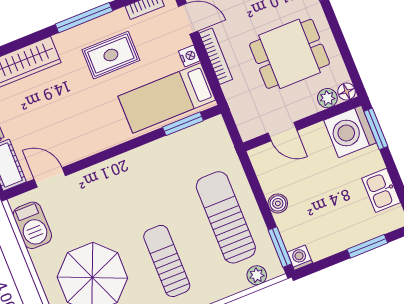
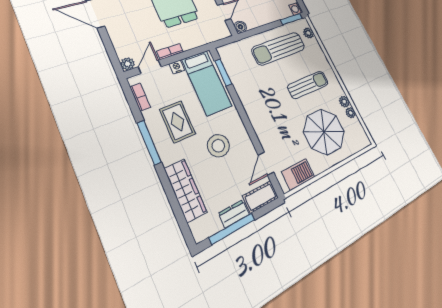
bookcase: (216, 56) -> (170, 52), width x0.64
stool: (77, 110) -> (218, 146), added
boiler: (278, 203) -> (240, 27), moved
sun lounger: (167, 261) -> (308, 85), turned 180

